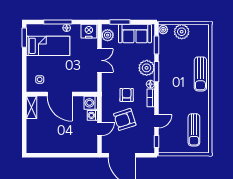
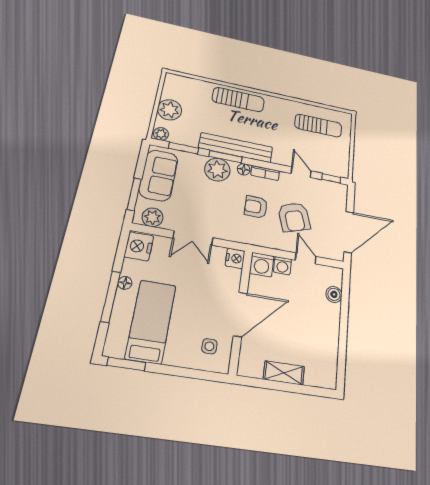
double door: (100, 60) -> (193, 238), swing flipped
bench: (165, 77) -> (236, 148), added
nightstand: (92, 87) -> (235, 258), added
shelving: (31, 107) -> (284, 373), moved
boiler: (80, 148) -> (334, 294), added

